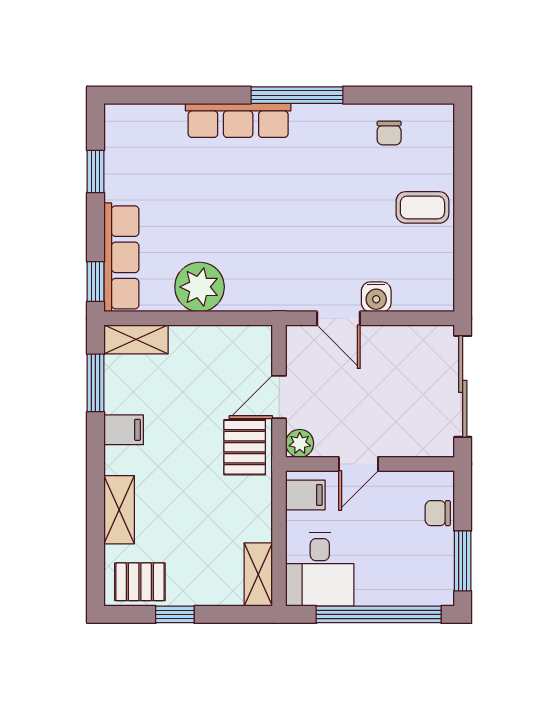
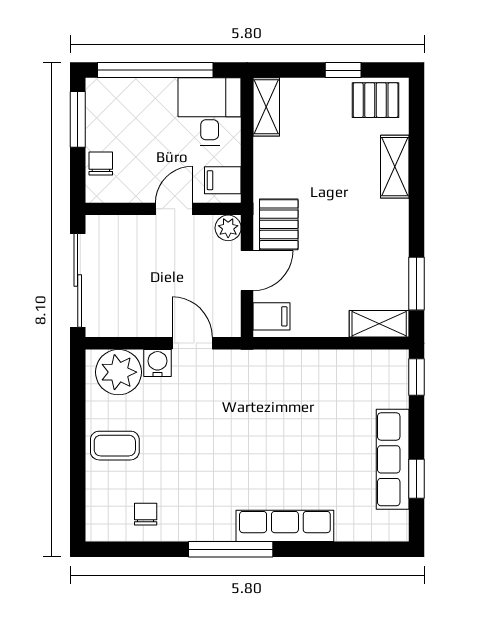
row of seats: (121, 257) -> (393, 459), moved
plant: (200, 287) -> (118, 372), moved
filing cabinet: (124, 430) -> (272, 316), moved, turned 180
chair: (438, 513) -> (101, 163), turned -90

